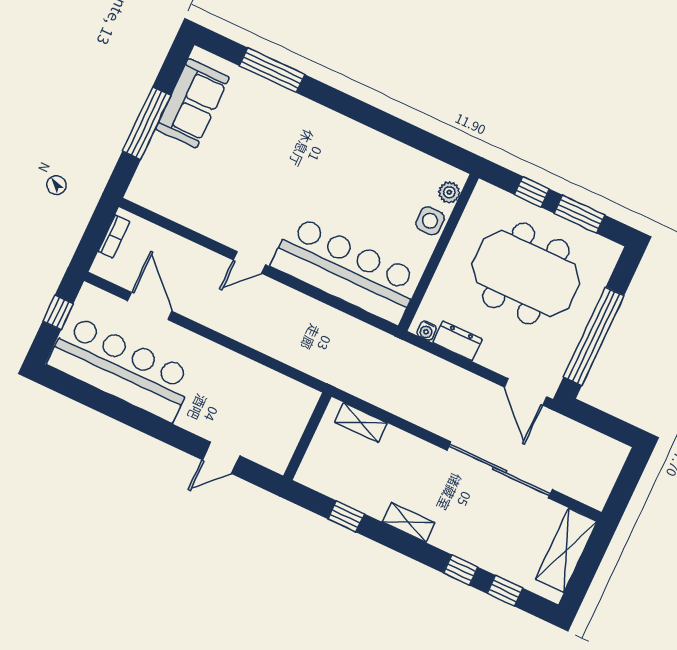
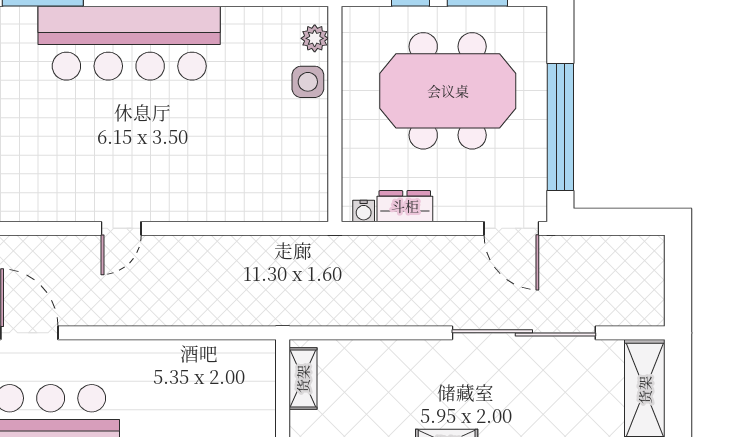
bar counter: (346, 270) -> (129, 43), moved, turned 180
shelving: (361, 423) -> (303, 379), moved, turned 90

